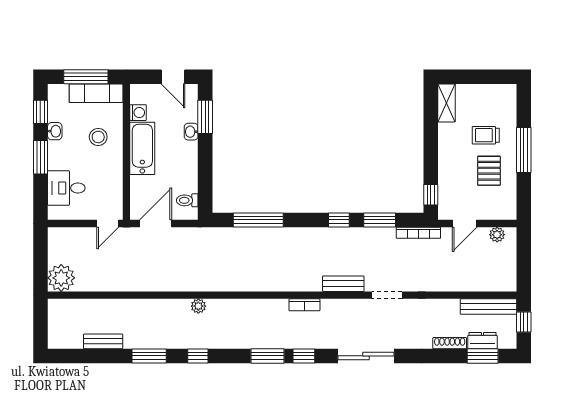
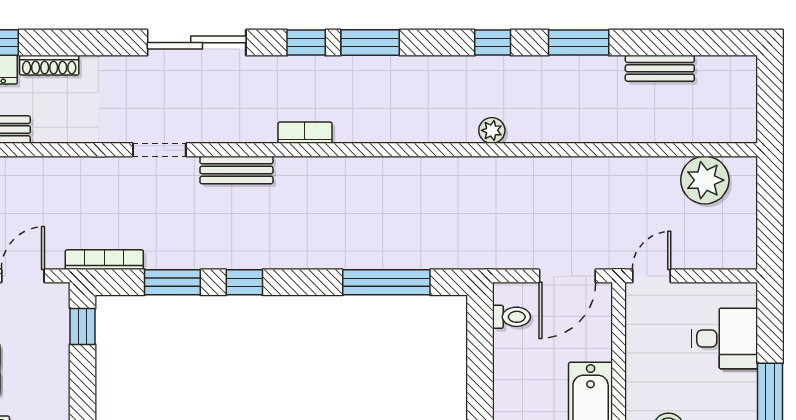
plant: (61, 278) -> (705, 180), moved

